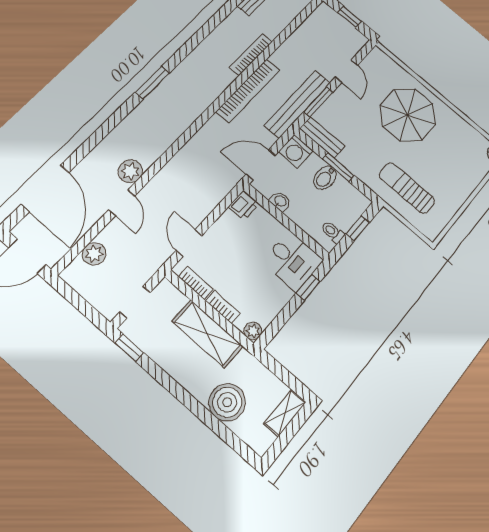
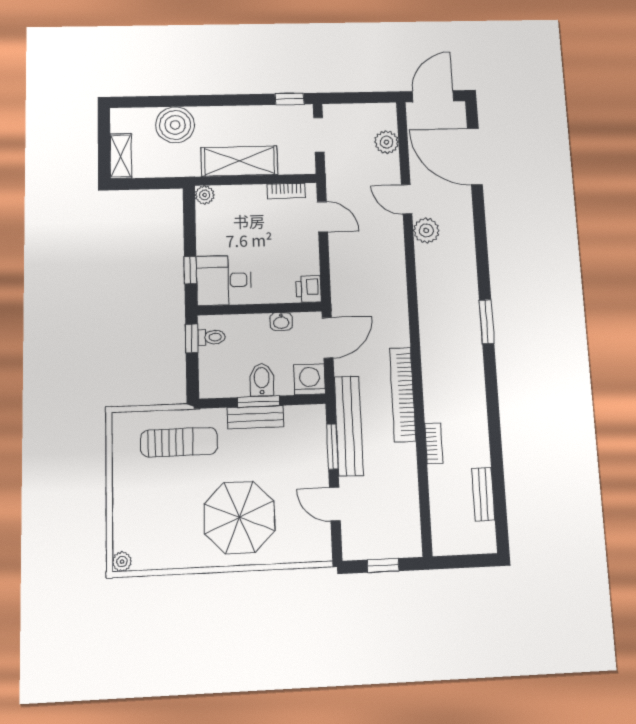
bookcase: (251, 55) -> (434, 443), width x0.64
bench: (322, 137) -> (256, 417), moved
window: (358, 228) -> (192, 338), moved
bookcase: (223, 307) -> (246, 192), removed

